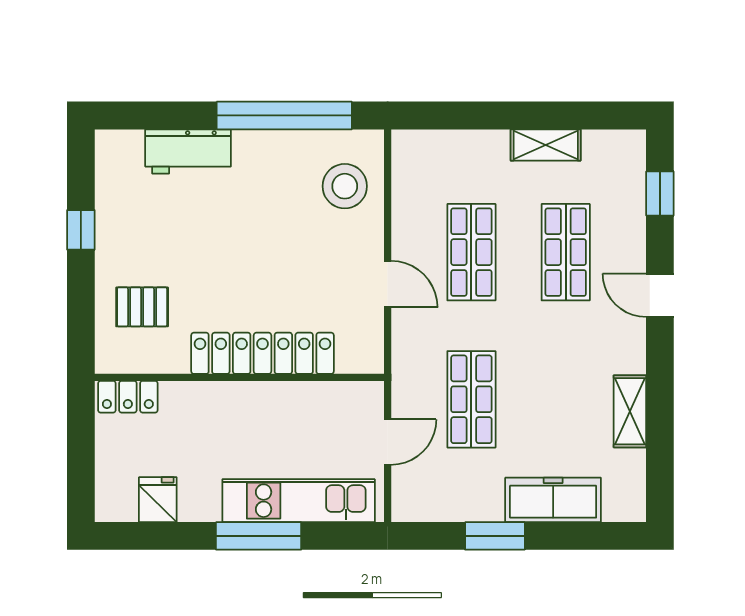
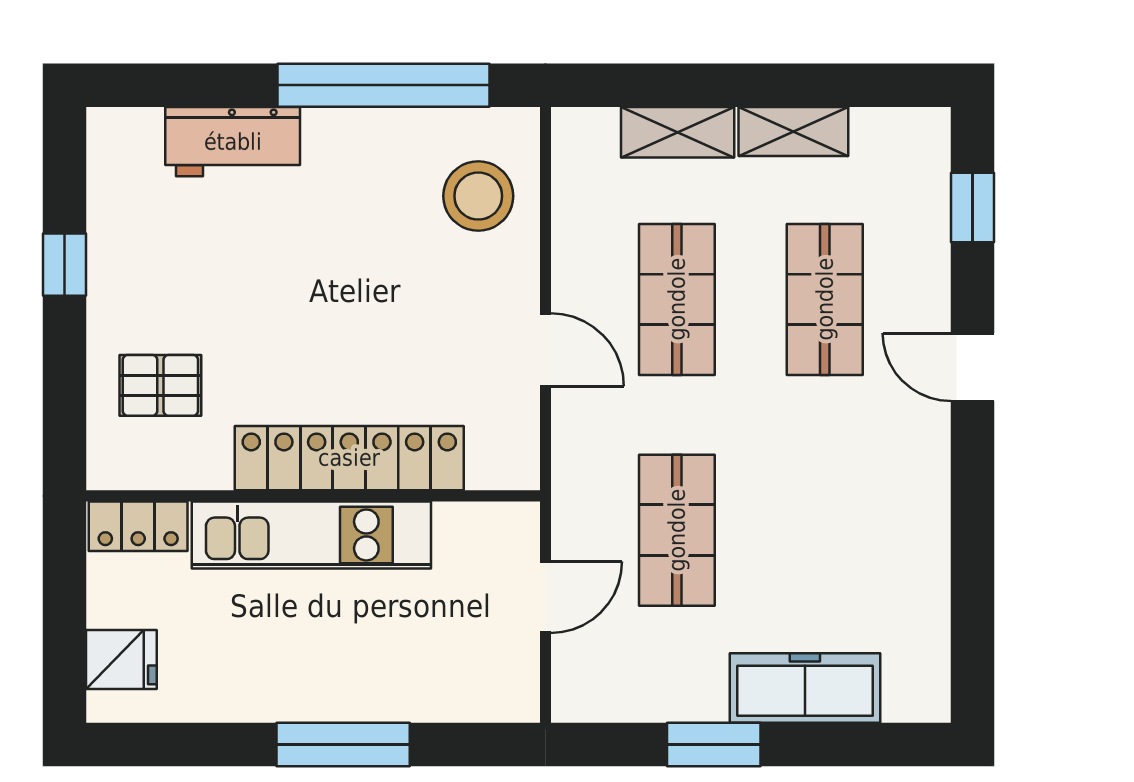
shelving: (630, 411) -> (678, 132), moved, turned 90
fridge: (158, 500) -> (121, 660), moved, turned 90
kitchen unit: (299, 501) -> (311, 535), moved, turned 180

